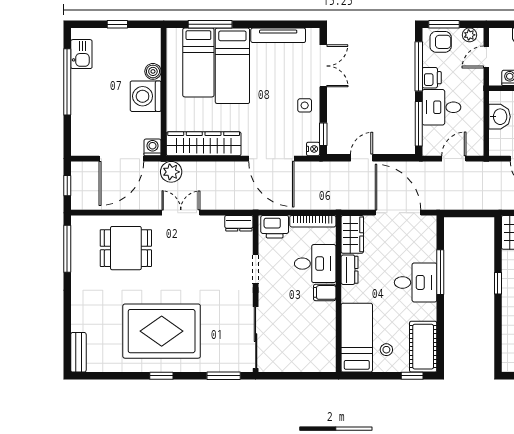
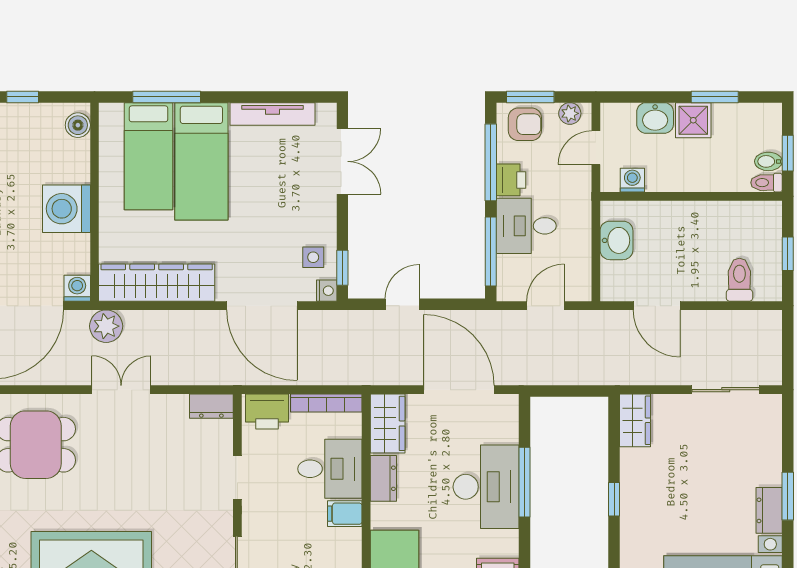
boiler: (153, 71) -> (78, 125), moved
side table: (305, 105) -> (313, 257), moved
desk: (416, 282) -> (486, 487), width x1.37

